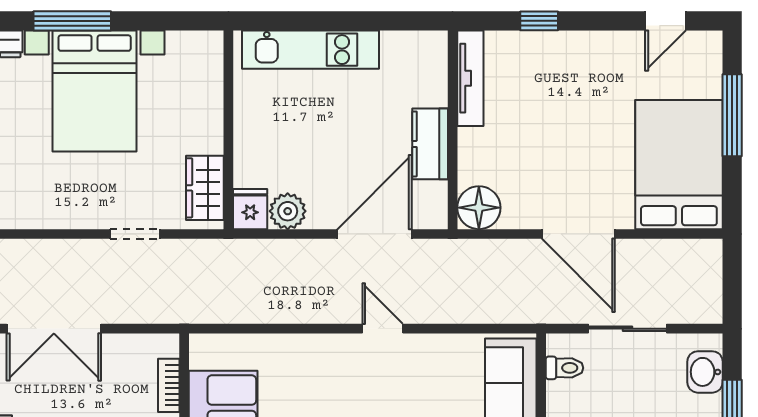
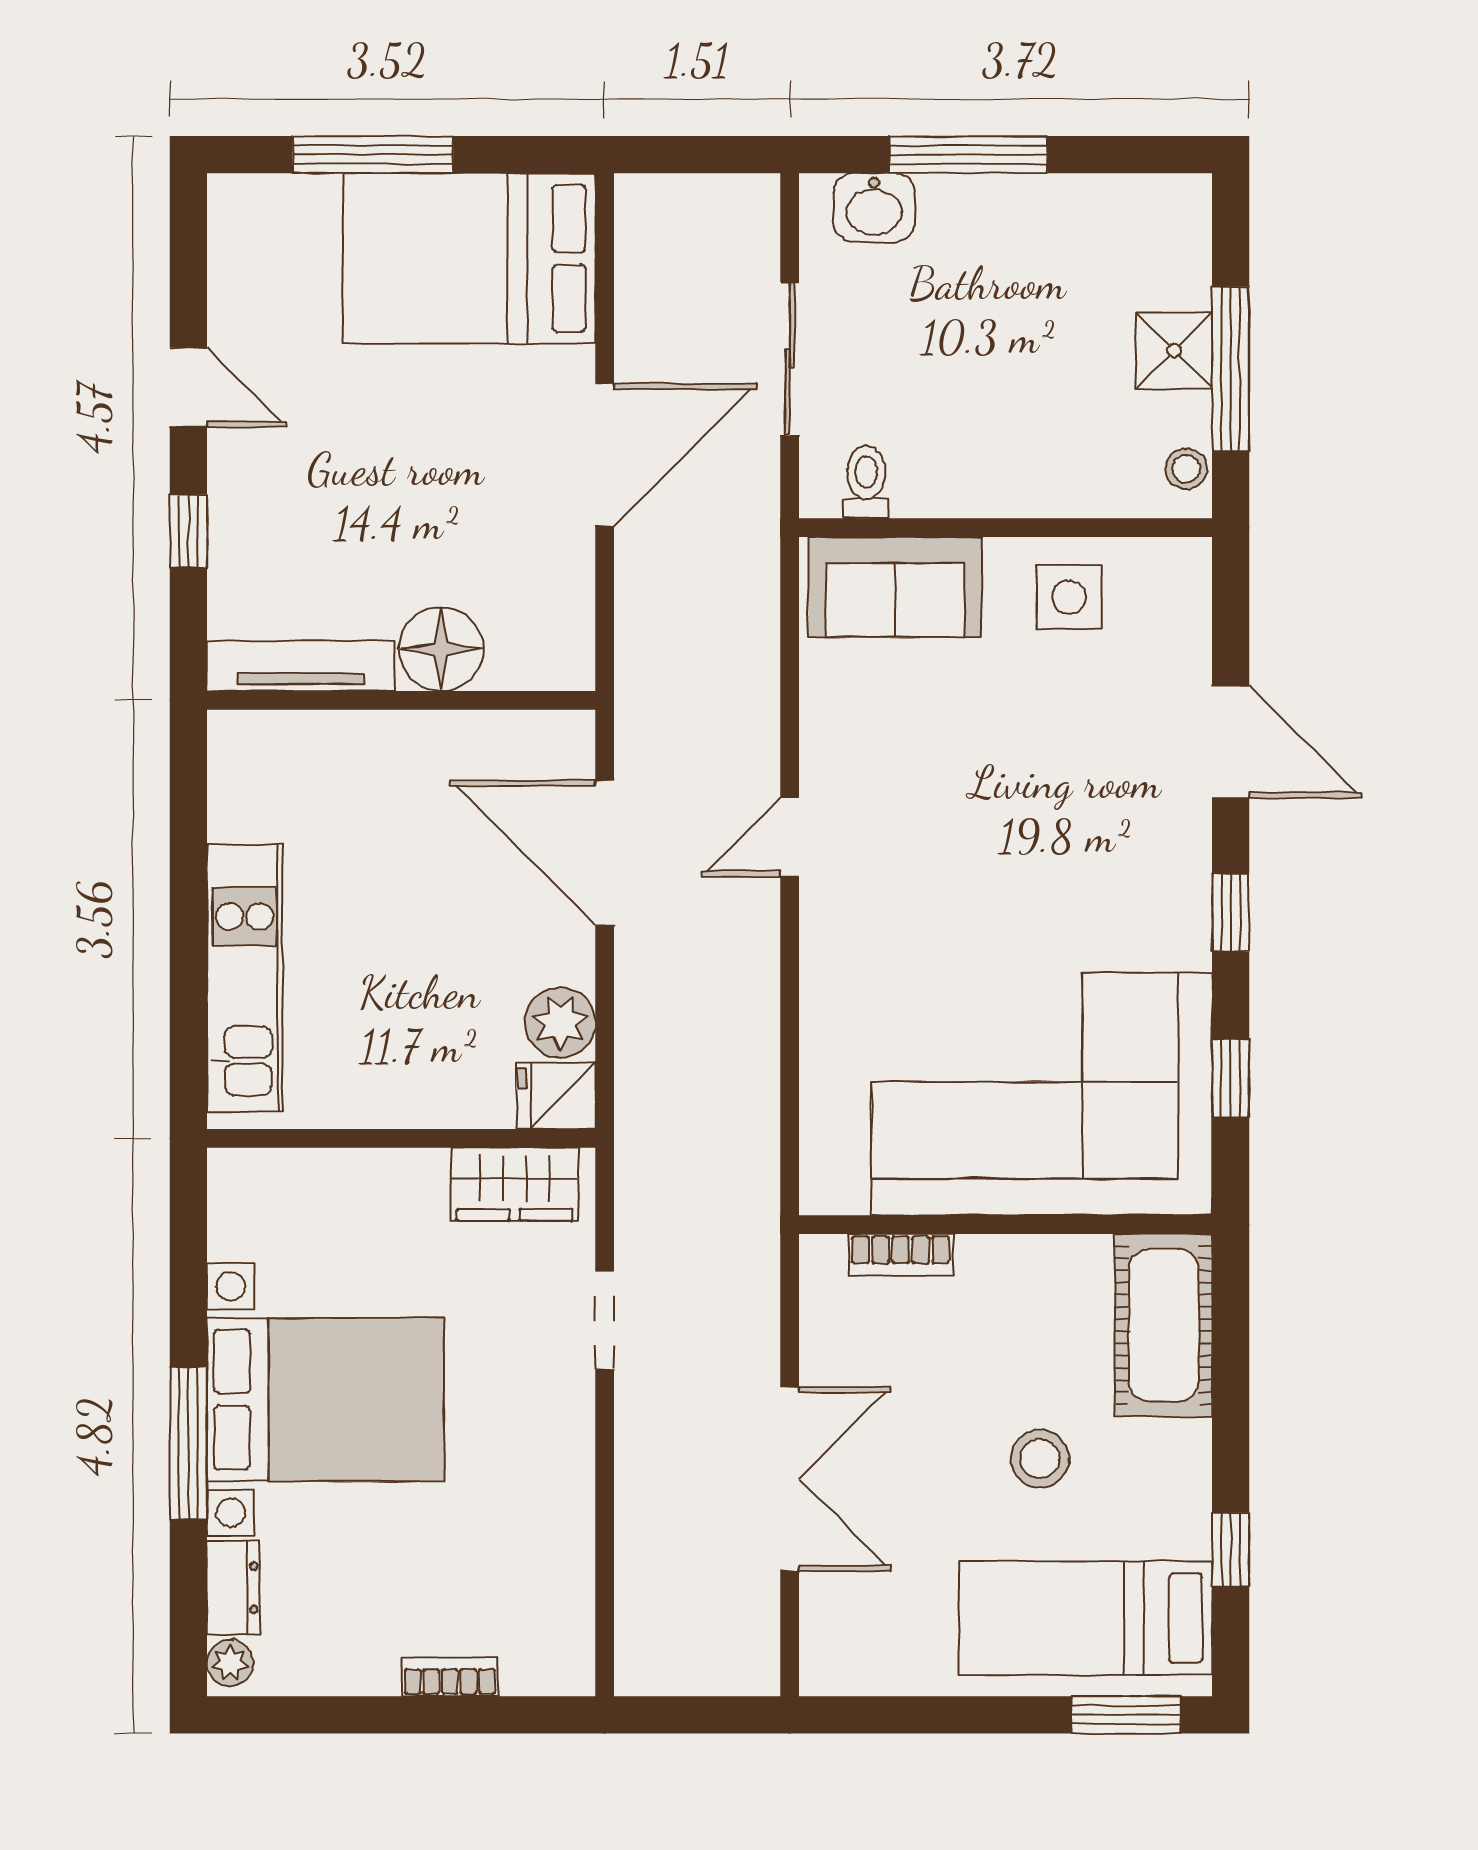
door: (666, 21) -> (188, 387), moved
kitchen counter: (430, 144) -> (429, 744), removed
floor lamp: (479, 208) -> (441, 649), moved

